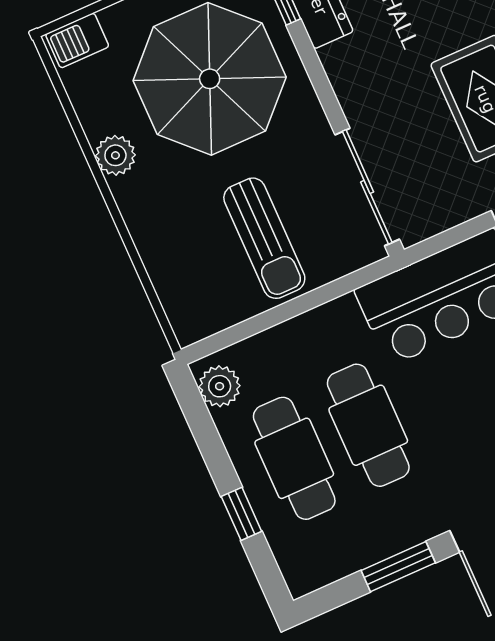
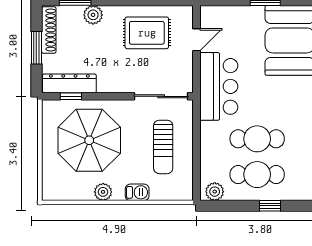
barbecue: (77, 40) -> (137, 192), moved, turned -90
sun lounger: (264, 238) -> (163, 147), turned 90

